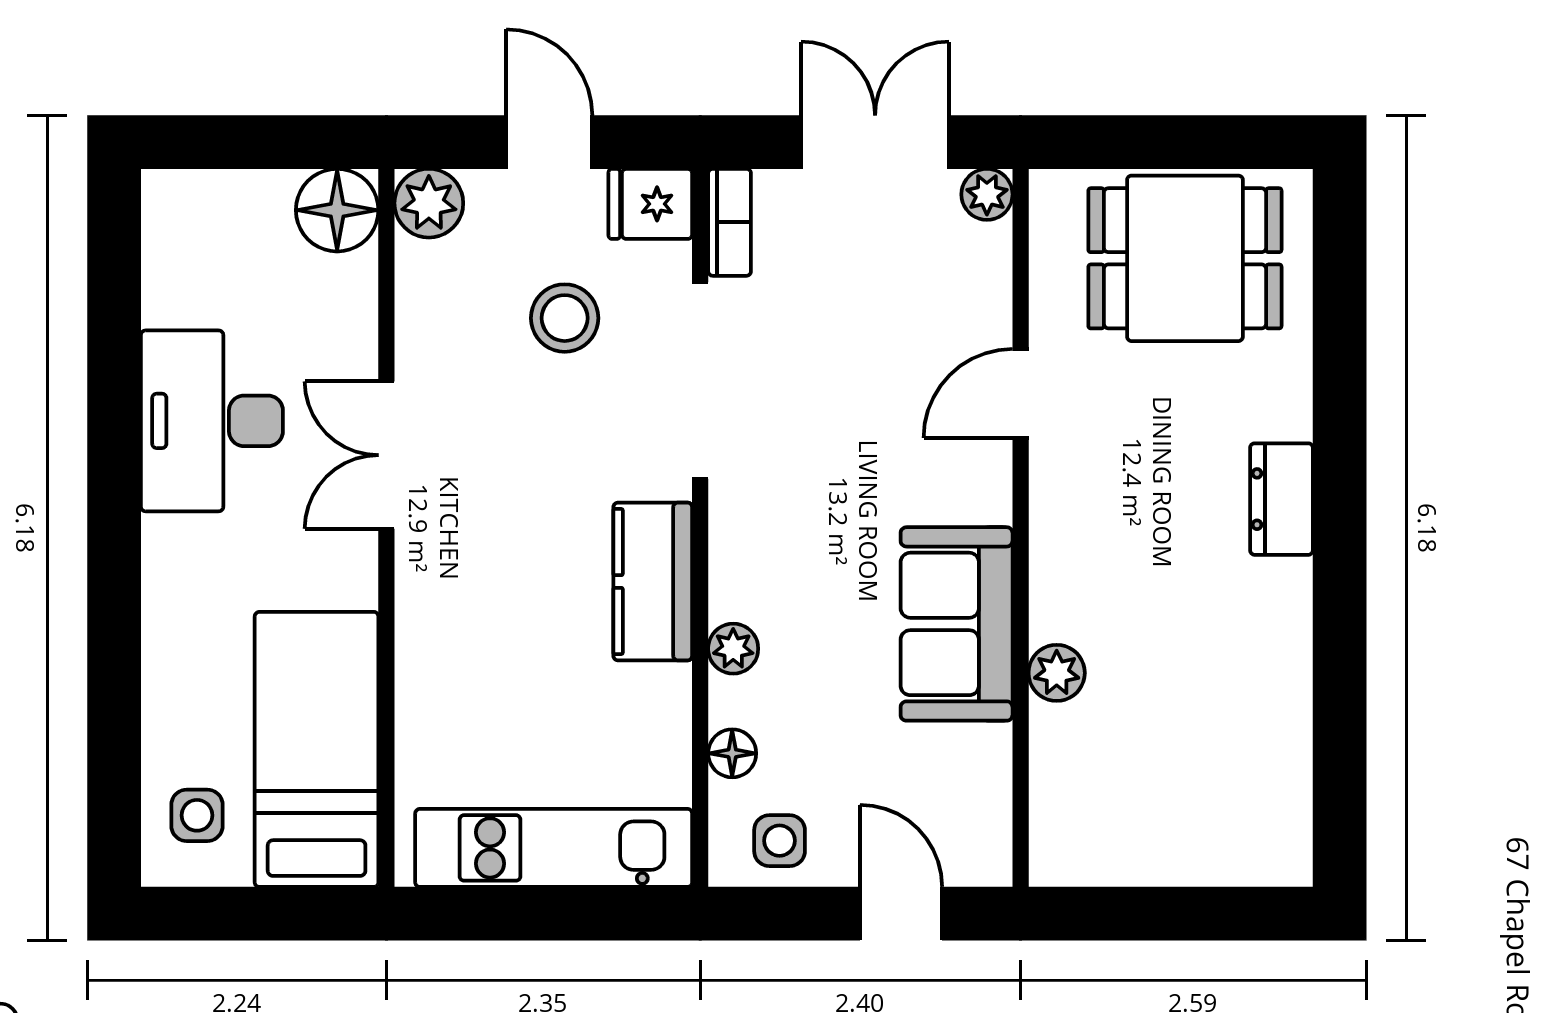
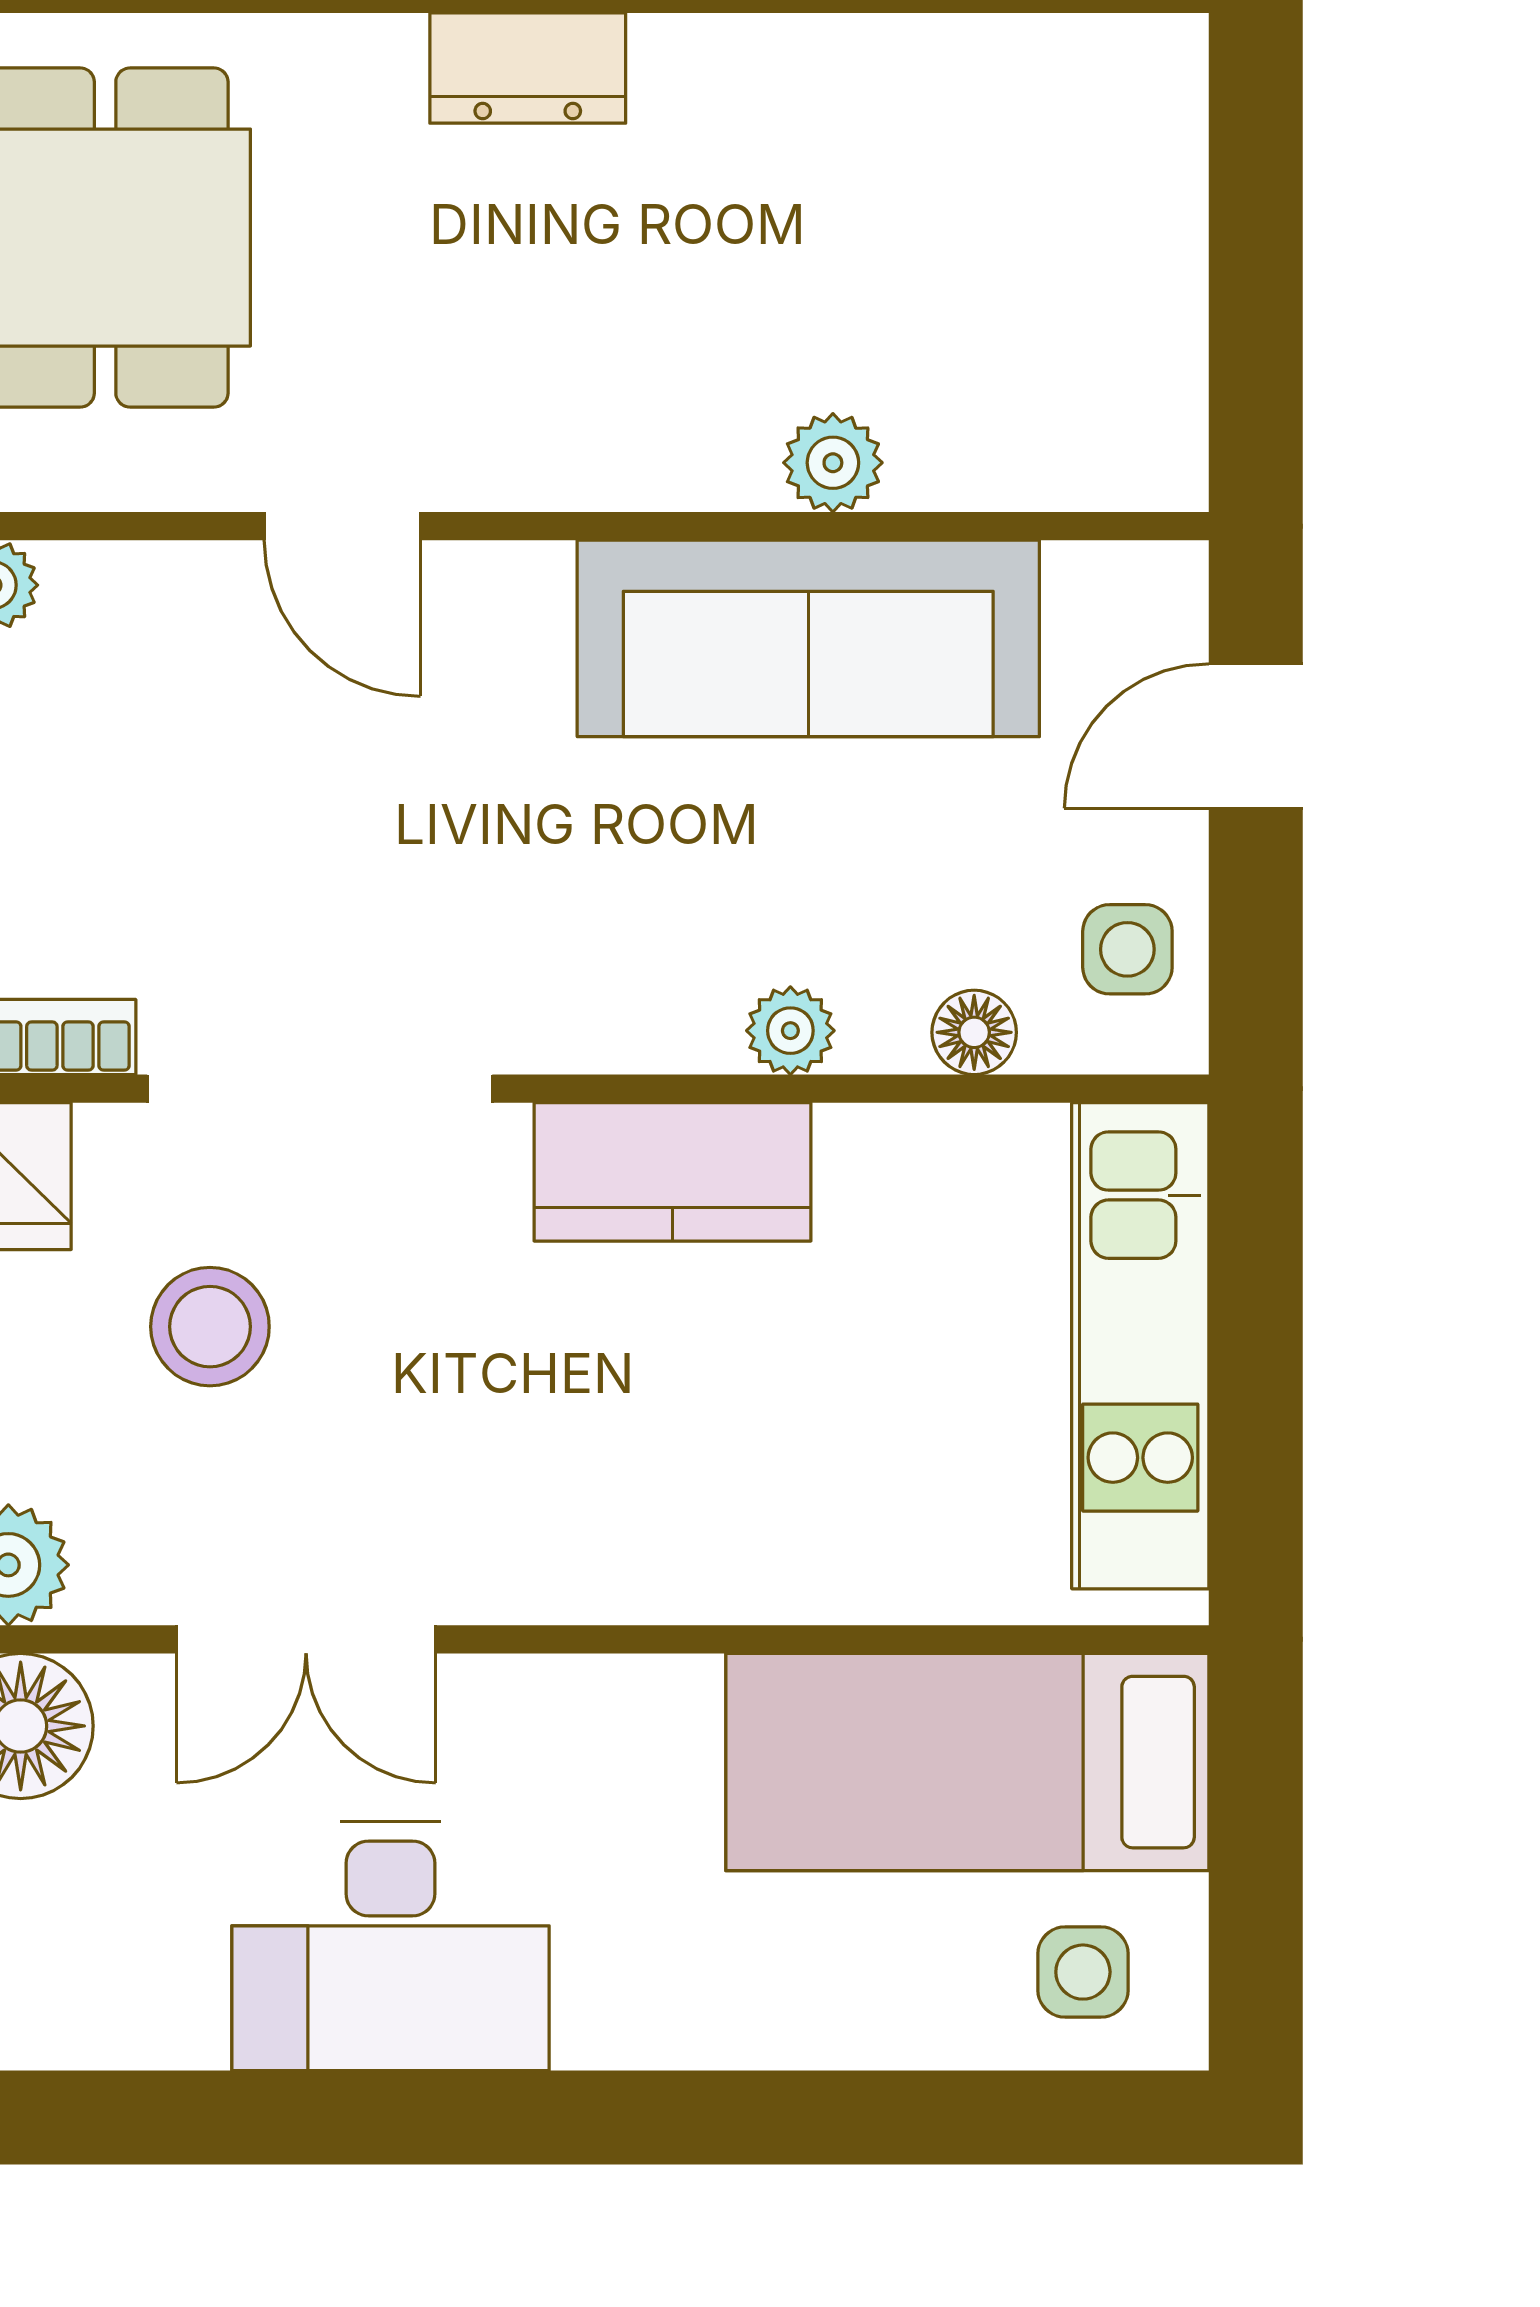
double door: (386, 455) -> (306, 1639), moved
sofa: (957, 624) -> (808, 638), width x1.36

